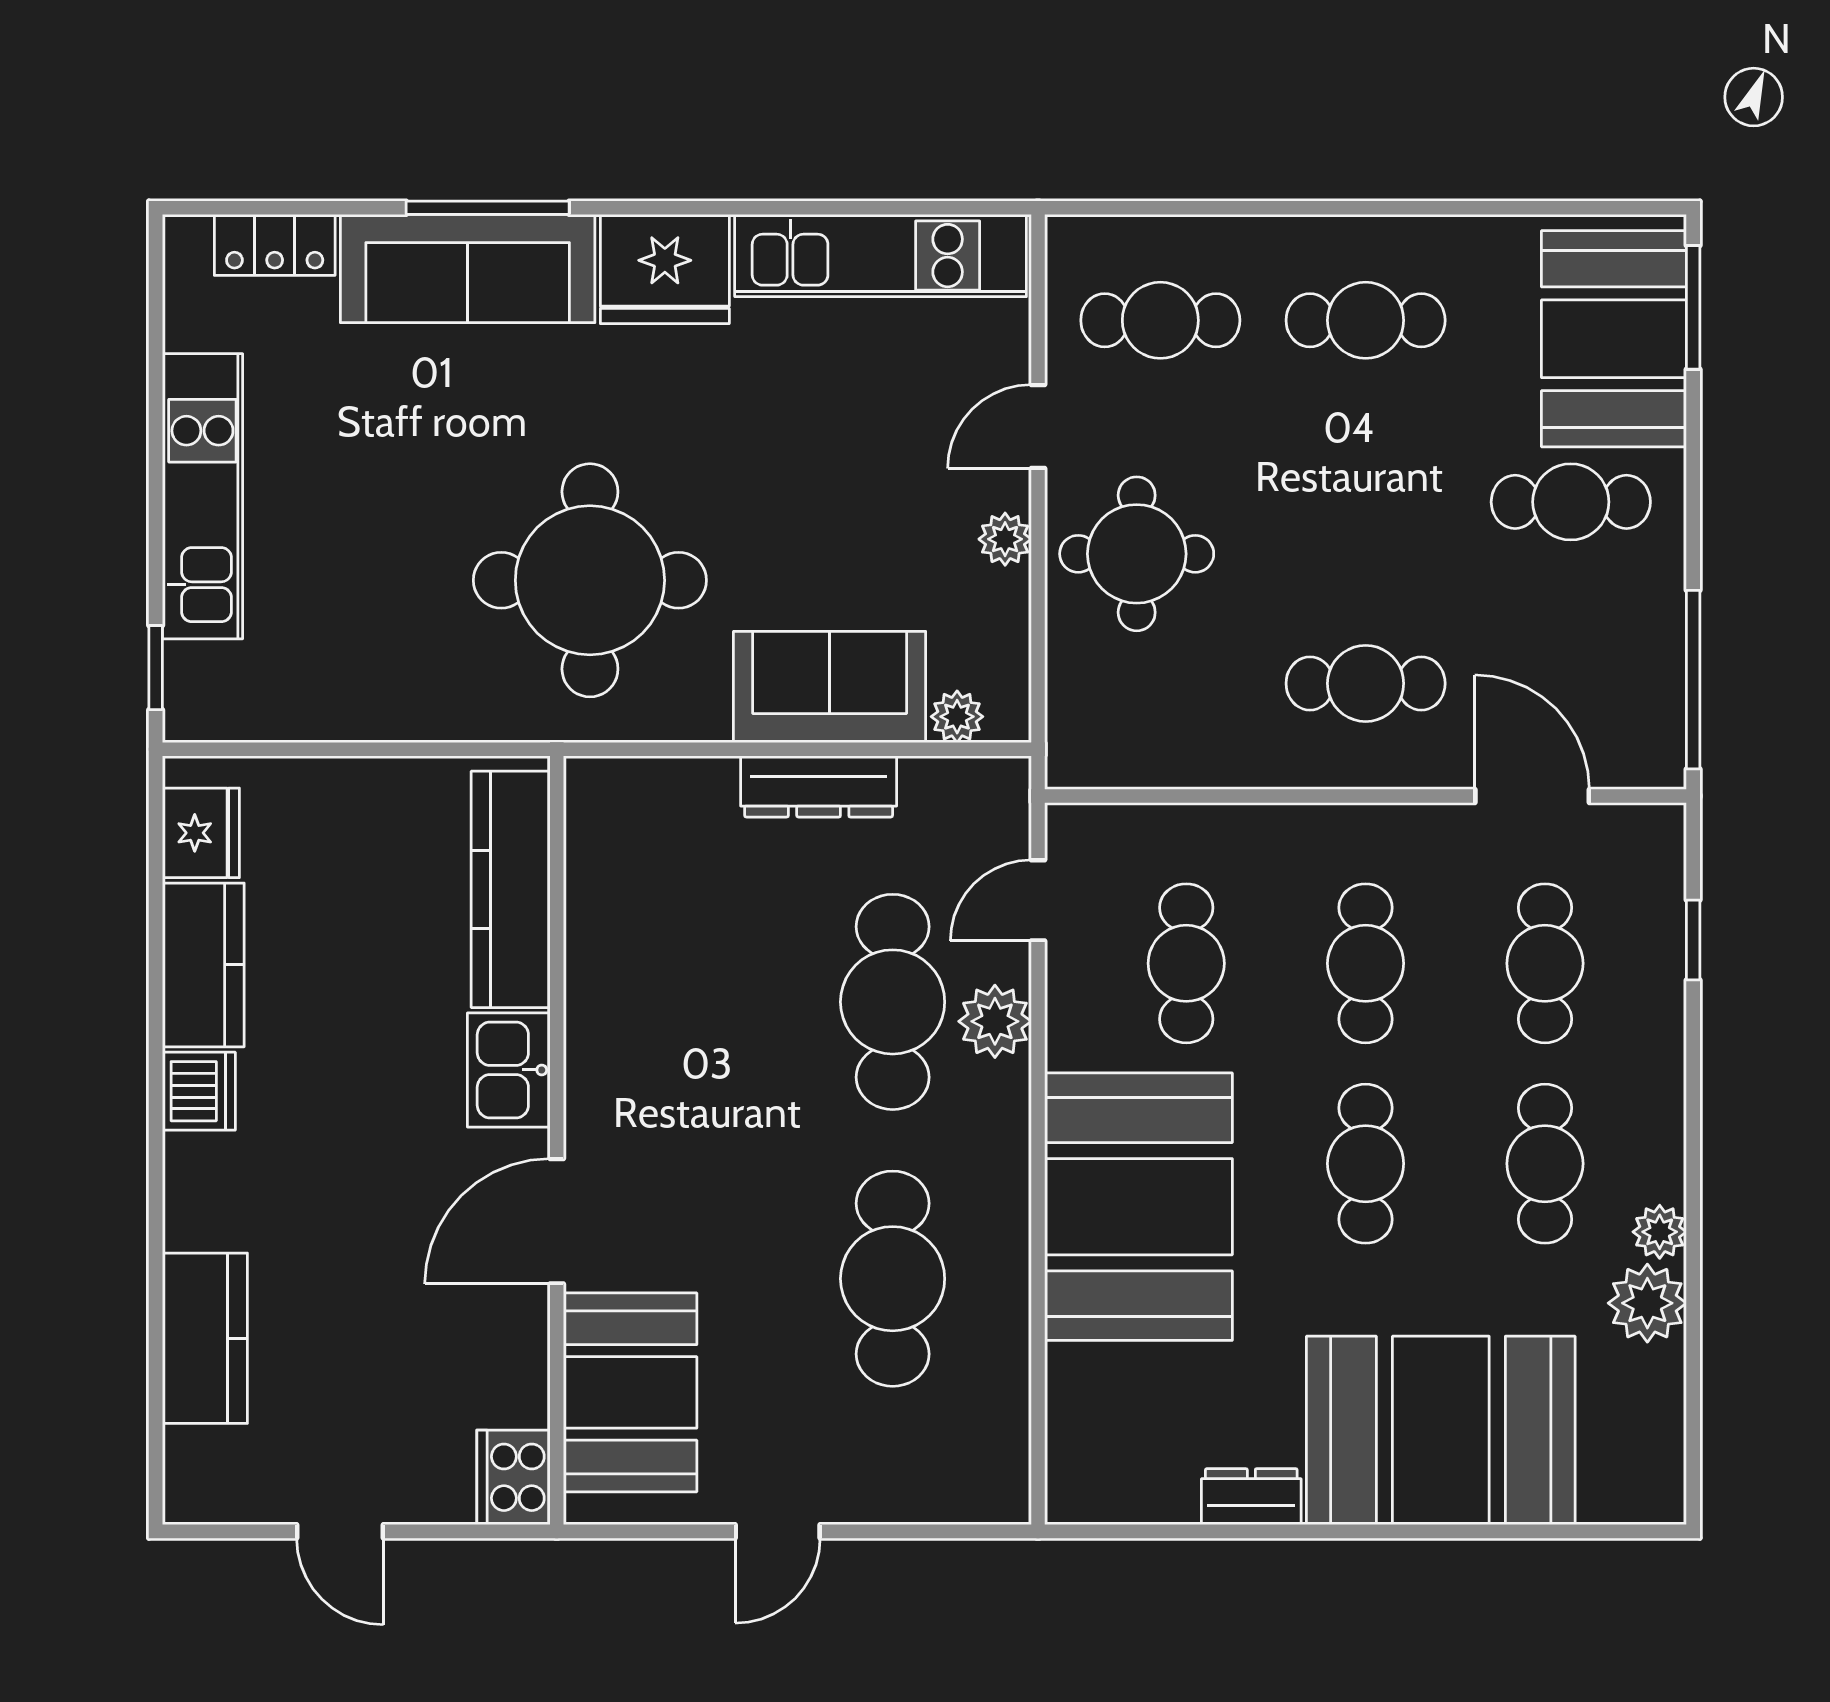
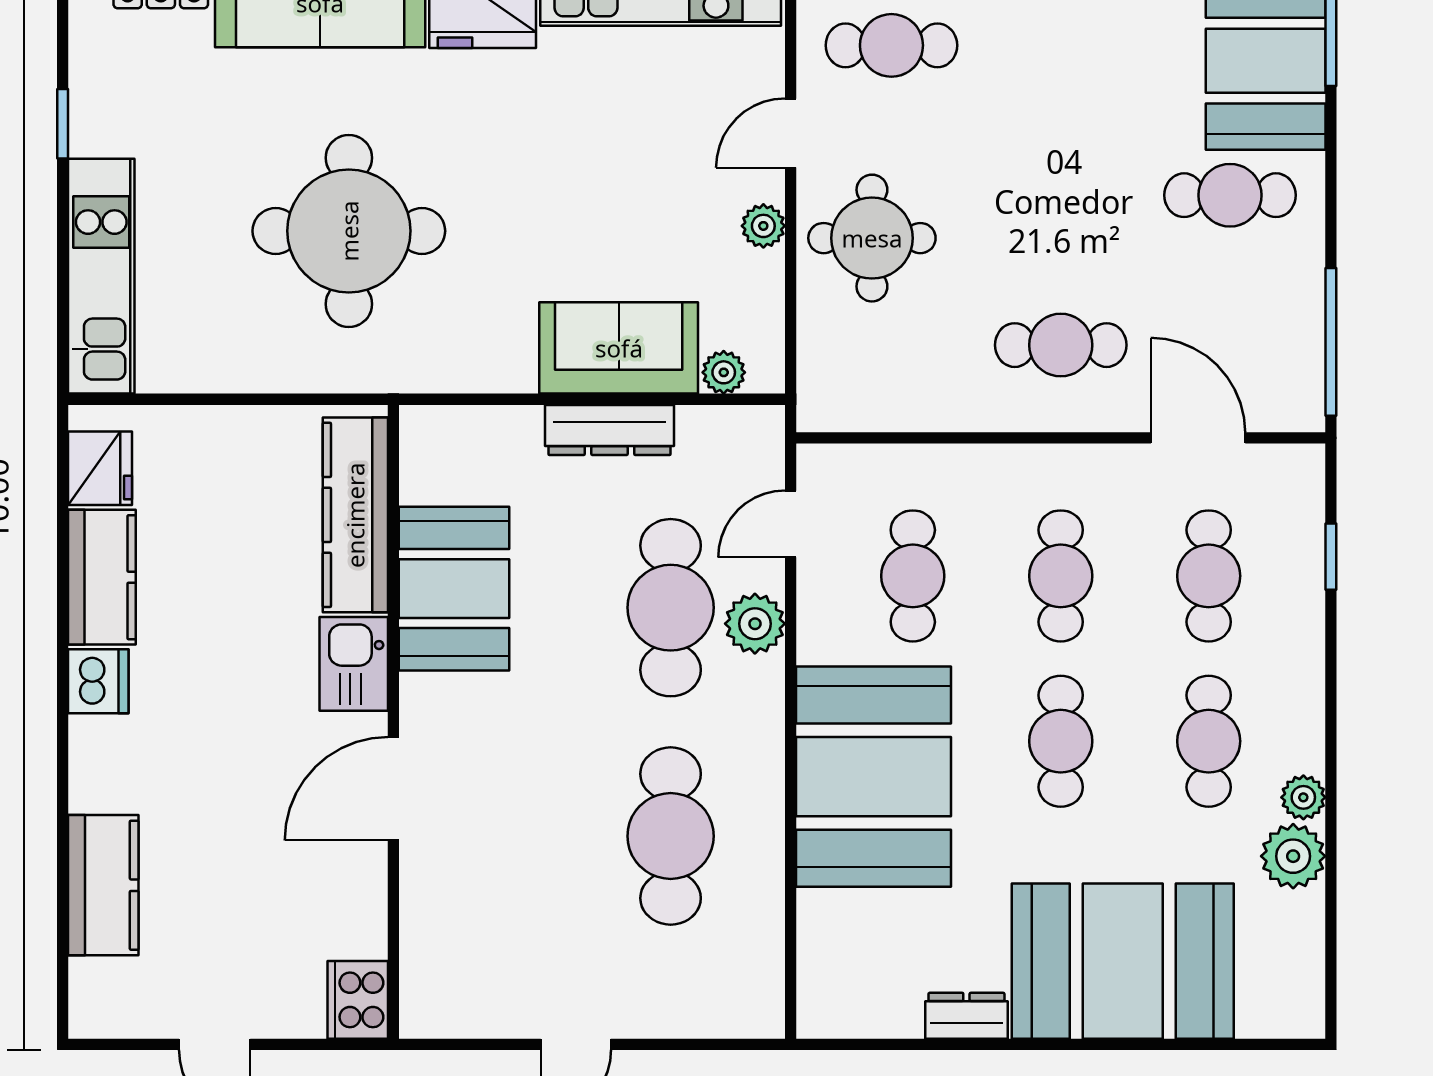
cafe table: (1366, 320) -> (1061, 45), removed
kitchen unit: (202, 496) -> (101, 276), moved
round table: (590, 580) -> (349, 231), moved
window: (156, 668) -> (63, 124), moved
booth: (630, 1392) -> (454, 589), moved

